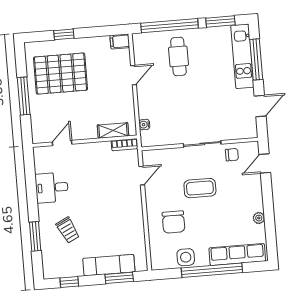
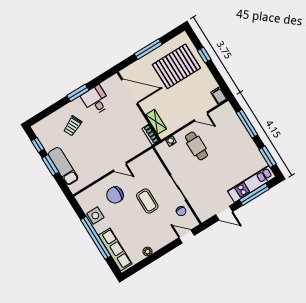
window: (169, 26) -> (247, 124), width x0.68
cafe table: (178, 56) -> (196, 146), moved, turned 90
pallet: (61, 74) -> (176, 66), turned 90
door: (62, 143) -> (130, 92), width x1.87
door: (142, 176) -> (120, 167), moved
window: (35, 236) -> (78, 93), moved
window: (119, 278) -> (50, 165), moved

